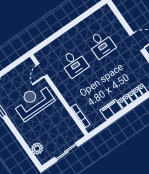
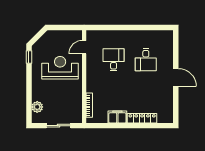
desk: (74, 63) -> (114, 60), turned 180

